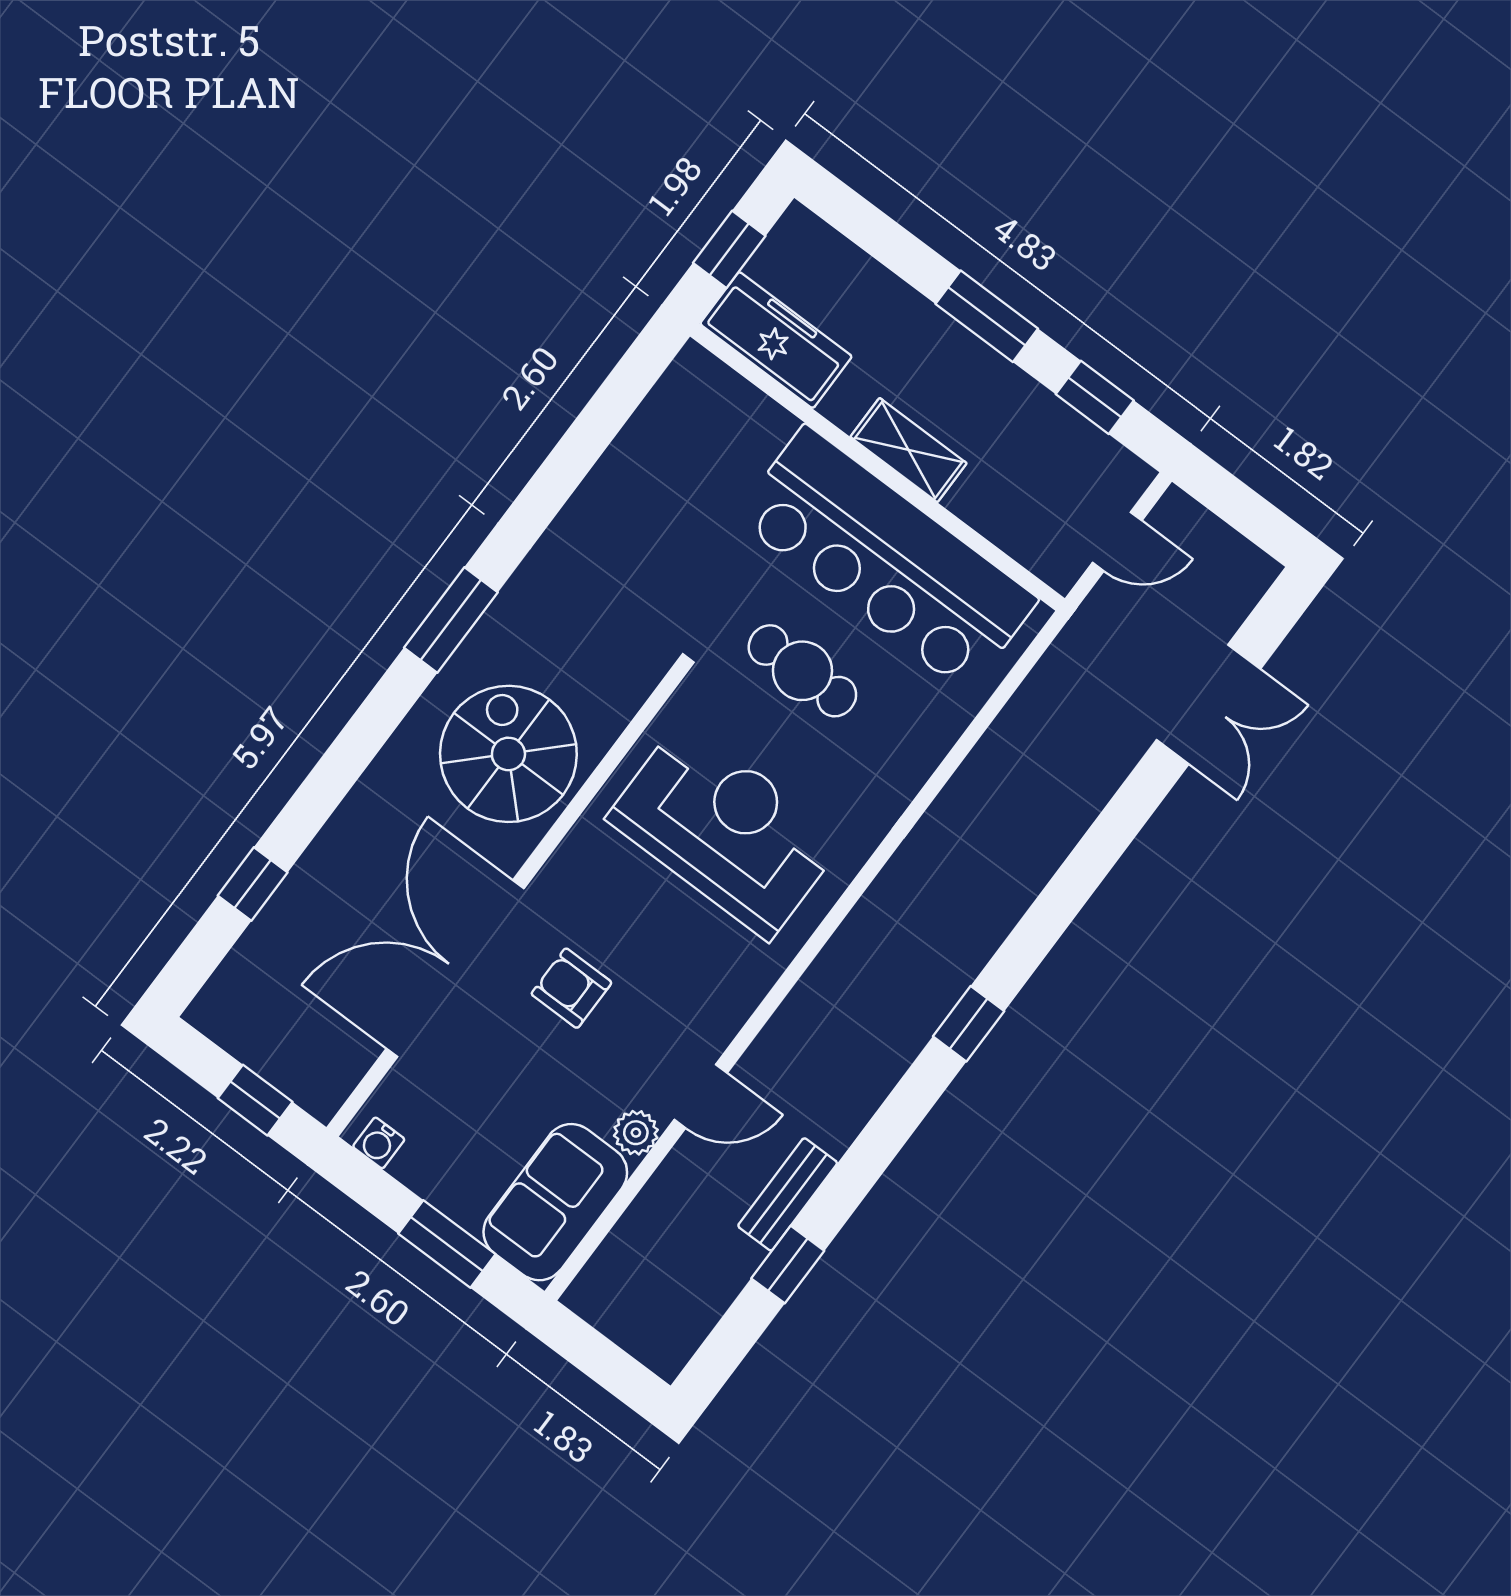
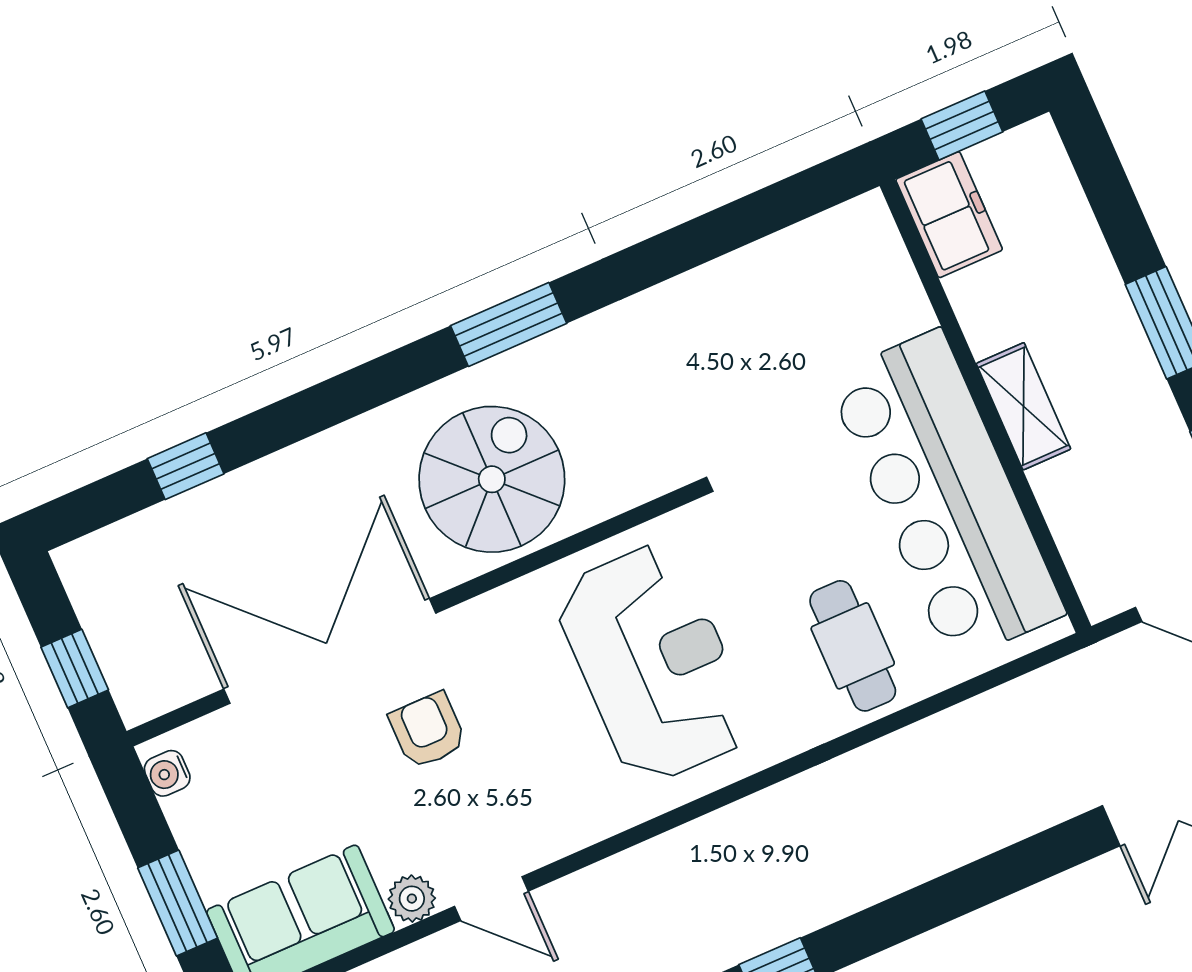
freezer: (776, 340) -> (949, 215), width x0.71
cafe table: (802, 671) -> (853, 646), moved

